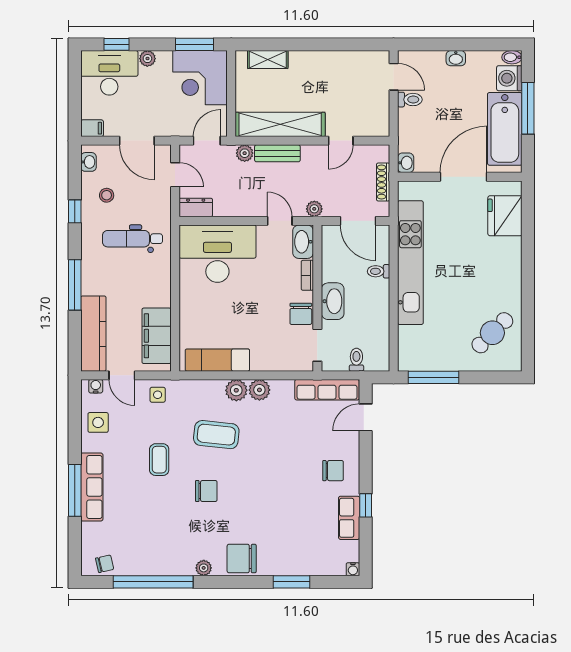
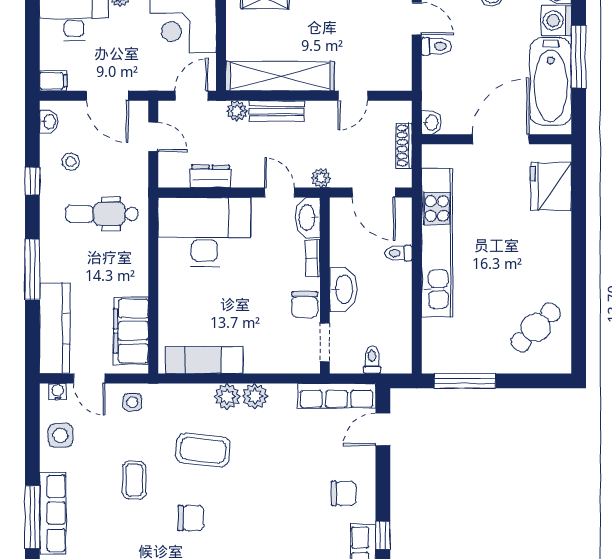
dresser: (196, 207) -> (211, 176), moved

